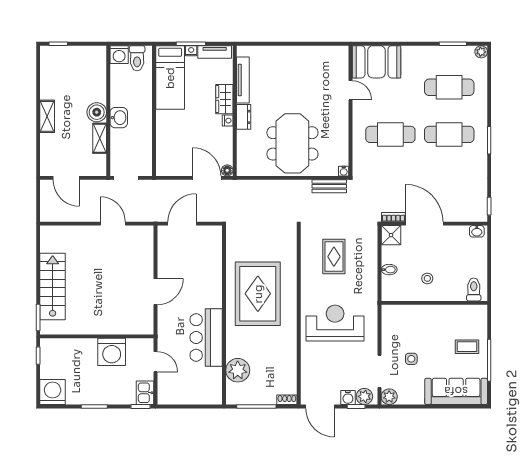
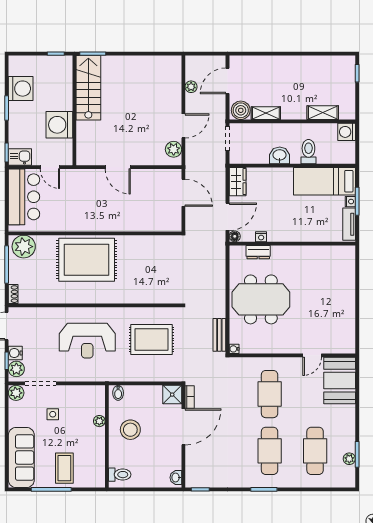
plant: (481, 52) -> (349, 459), moved
toilet: (137, 58) -> (308, 152), moved, turned 90
tv unit: (243, 80) -> (322, 251), removed
wardrobe: (224, 99) -> (238, 182), moved, turned 90
boiler: (97, 112) -> (241, 110), moved
shelving: (47, 116) -> (323, 113), moved
dresser: (244, 117) -> (258, 252), moved
washbasin: (119, 118) -> (280, 155), moved, turned 180
nightstand: (228, 121) -> (261, 237), moved
plant: (72, 216) -> (191, 87), added
plant: (137, 234) -> (174, 149), added
rug: (334, 257) -> (151, 339), width x1.36, depth x1.43
bidet: (389, 270) -> (118, 393), moved
stool: (427, 278) -> (130, 430), width x1.89, depth x1.89
stairs: (53, 286) -> (88, 88), moved, turned -90
rug: (258, 294) -> (87, 260), moved
plant: (418, 311) -> (99, 421), added
reception desk: (335, 323) -> (87, 341), turned 90
bar counter: (206, 337) -> (24, 197), moved, turned 90
coffee table: (467, 347) -> (64, 468), width x1.36, depth x1.30
door: (155, 362) -> (50, 167), hinge flipped
plant: (238, 370) -> (24, 247), moved
washing machine: (53, 392) -> (21, 89), moved

